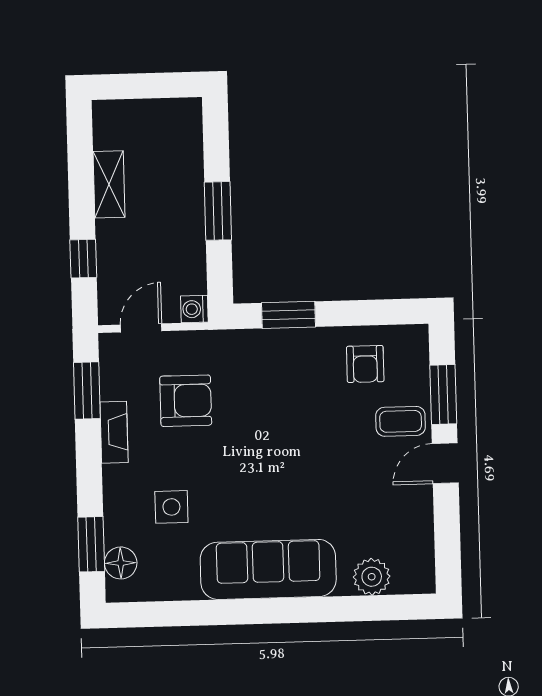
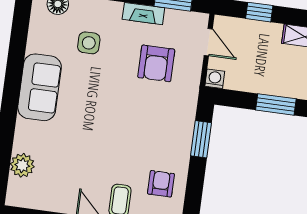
armchair: (365, 364) -> (161, 184), turned 90
sofa: (268, 569) -> (40, 87), width x0.73

